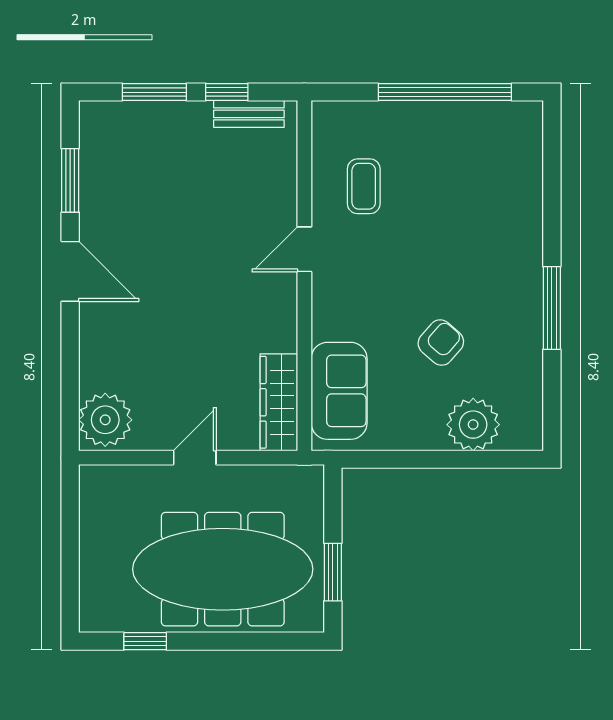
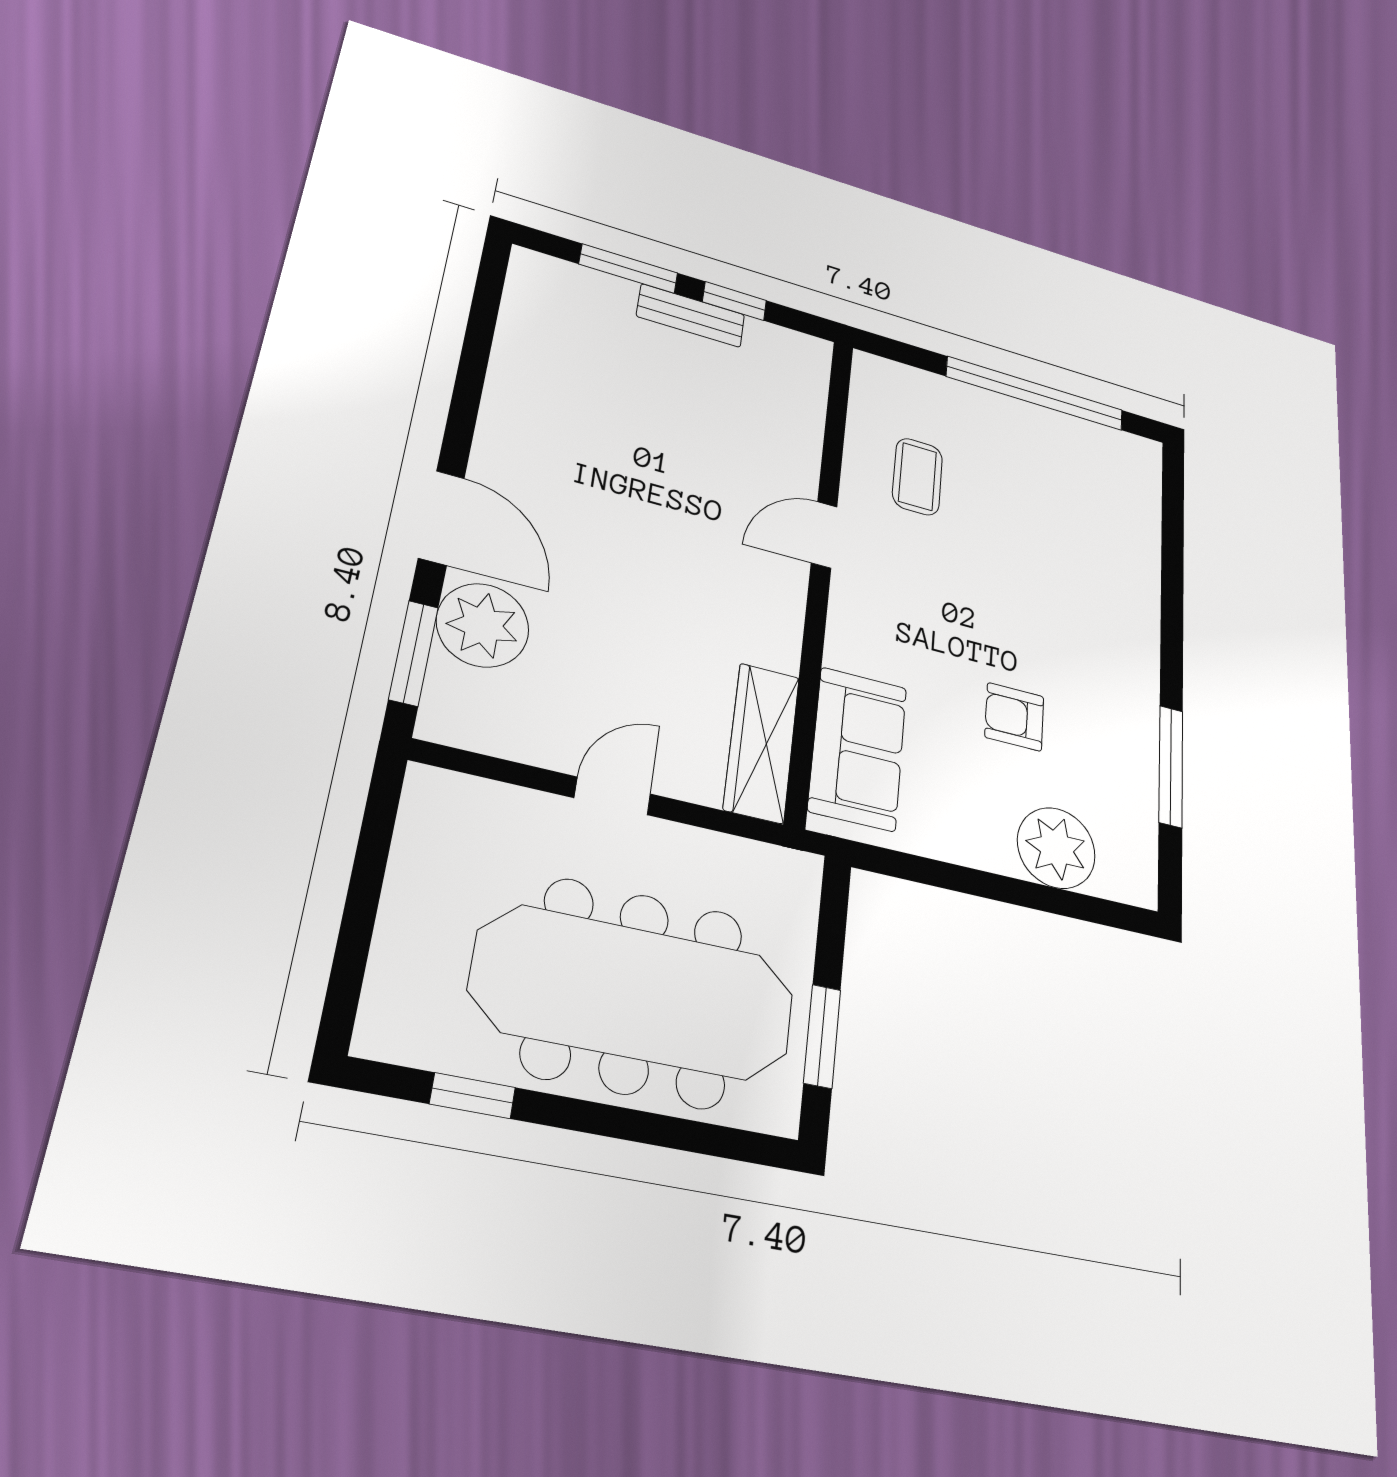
bench: (249, 114) -> (691, 316), moved
window: (70, 180) -> (414, 653), moved
door: (70, 271) -> (441, 518), moved
window: (552, 308) -> (1171, 766), moved
armchair: (441, 343) -> (1014, 717), turned -131
plant: (105, 420) -> (483, 625), moved

